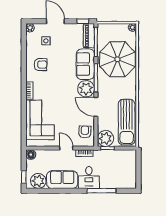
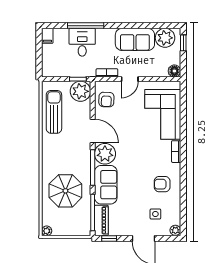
parasol: (117, 59) -> (65, 191), width x0.73, depth x0.73
sun lounger: (127, 122) -> (54, 112), width x0.73, depth x0.75
door: (66, 148) -> (130, 79), hinge flipped
desk: (89, 177) -> (82, 42), moved
filing cabinet: (132, 183) -> (47, 36), added

